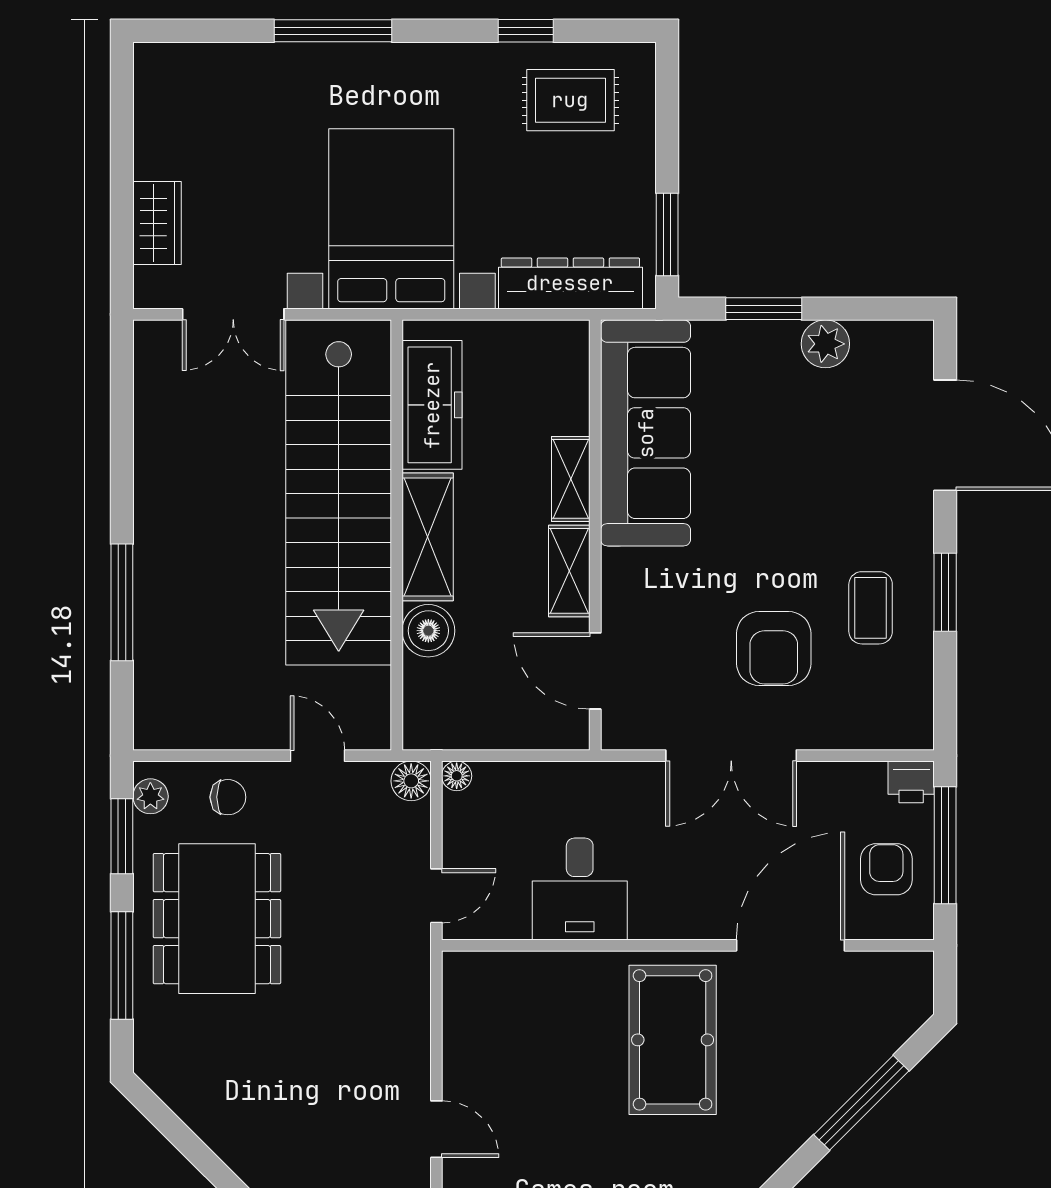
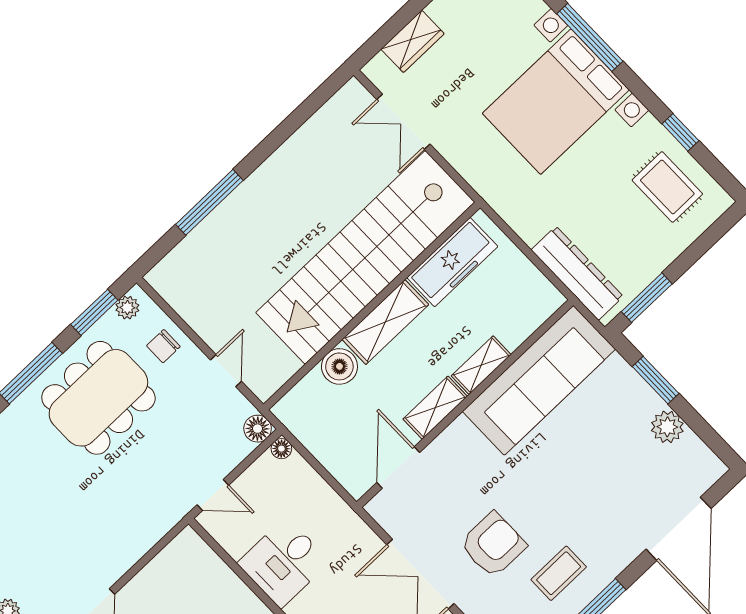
bed with nightstands: (391, 219) -> (556, 102), moved, turned 180
armchair: (774, 648) -> (493, 545), turned 180
chair: (228, 797) -> (163, 346), turned 90

